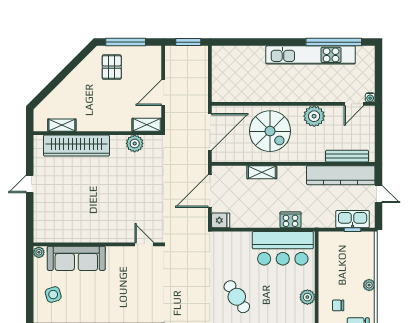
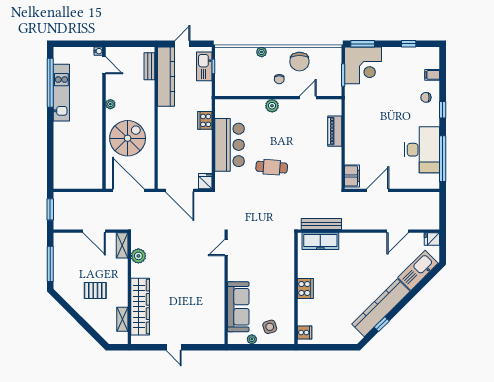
kitchen unit: (311, 55) -> (61, 93), width x0.73
pallet: (112, 67) -> (95, 291), moved
plant: (314, 116) -> (110, 104), width x0.53, depth x0.53
bench: (347, 156) -> (149, 66), width x0.73
shelving: (262, 172) -> (163, 145), removed
bar counter: (283, 248) -> (230, 145), moved
plant: (39, 252) -> (252, 339), moved
cafe table: (237, 297) -> (272, 167), turned 37

